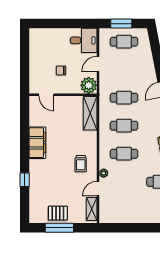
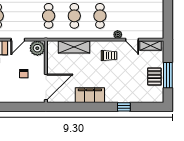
door: (98, 64) -> (18, 40), hinge flipped
door: (46, 95) -> (46, 87), width x1.88
shelving: (90, 113) -> (74, 47), moved

